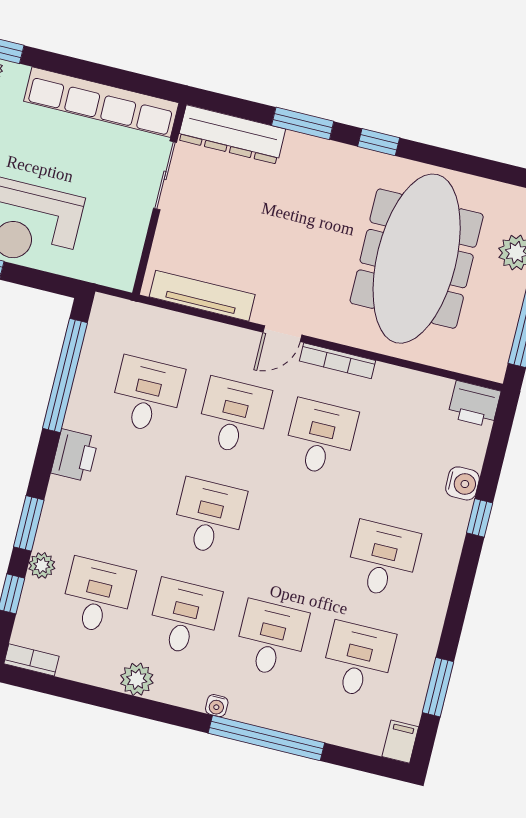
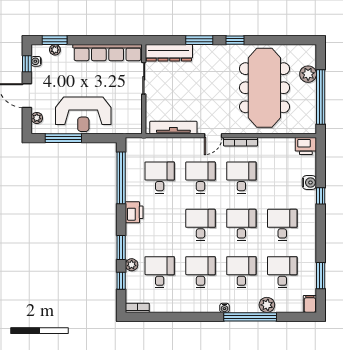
desk: (296, 538) -> (241, 225), added
plant: (137, 679) -> (267, 305), moved

